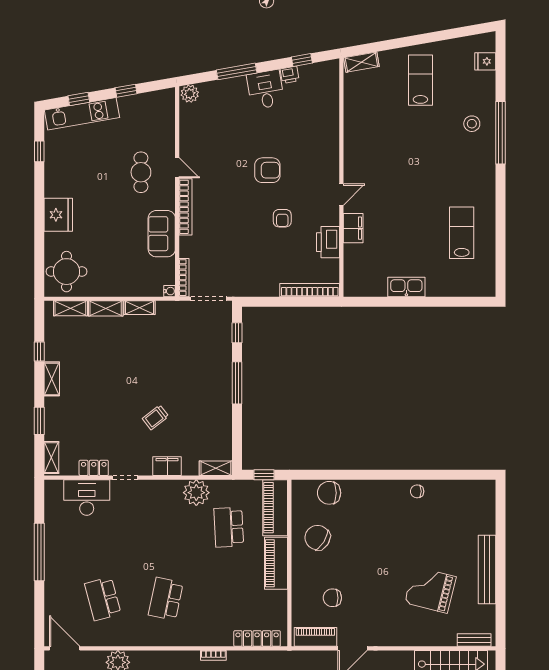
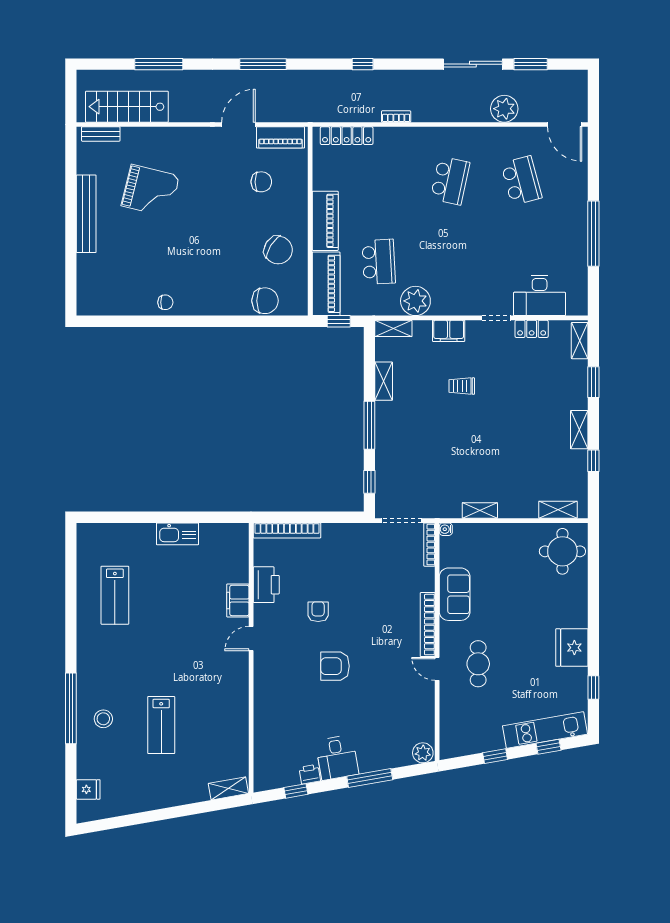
lab bench: (420, 80) -> (161, 725), moved
fridge: (58, 215) -> (572, 648), moved
shelving: (106, 308) -> (384, 381), moved, turned 90
trolley: (155, 417) -> (462, 386), turned -142

